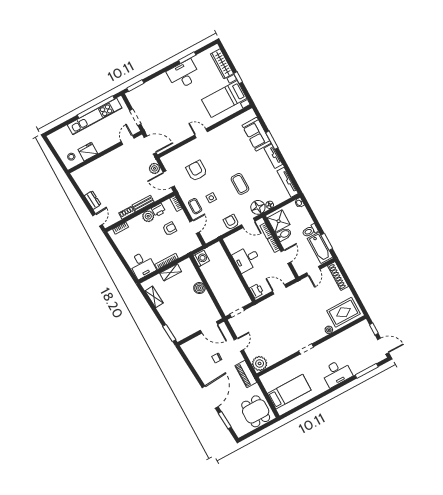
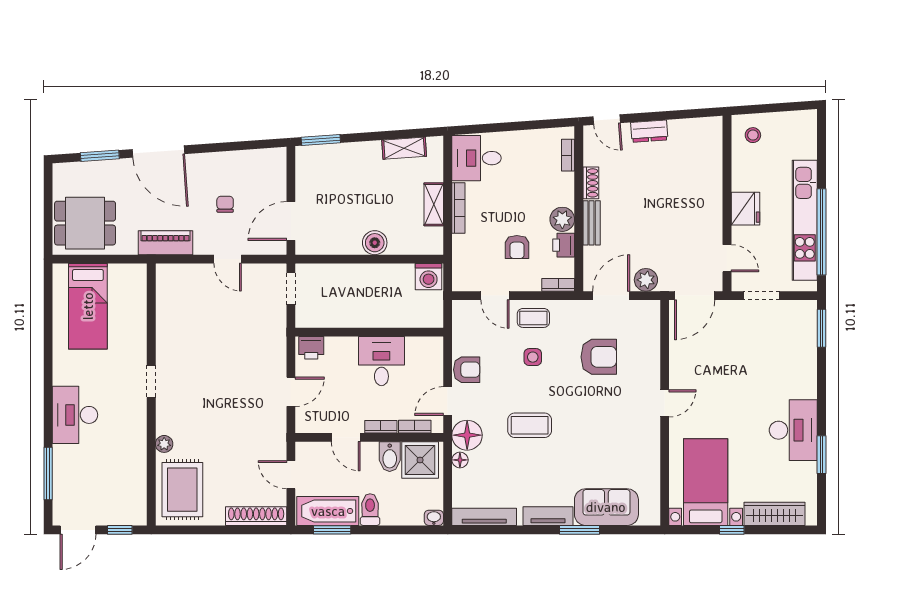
fridge: (88, 152) -> (745, 209), moved
plant: (260, 363) -> (171, 279), removed

